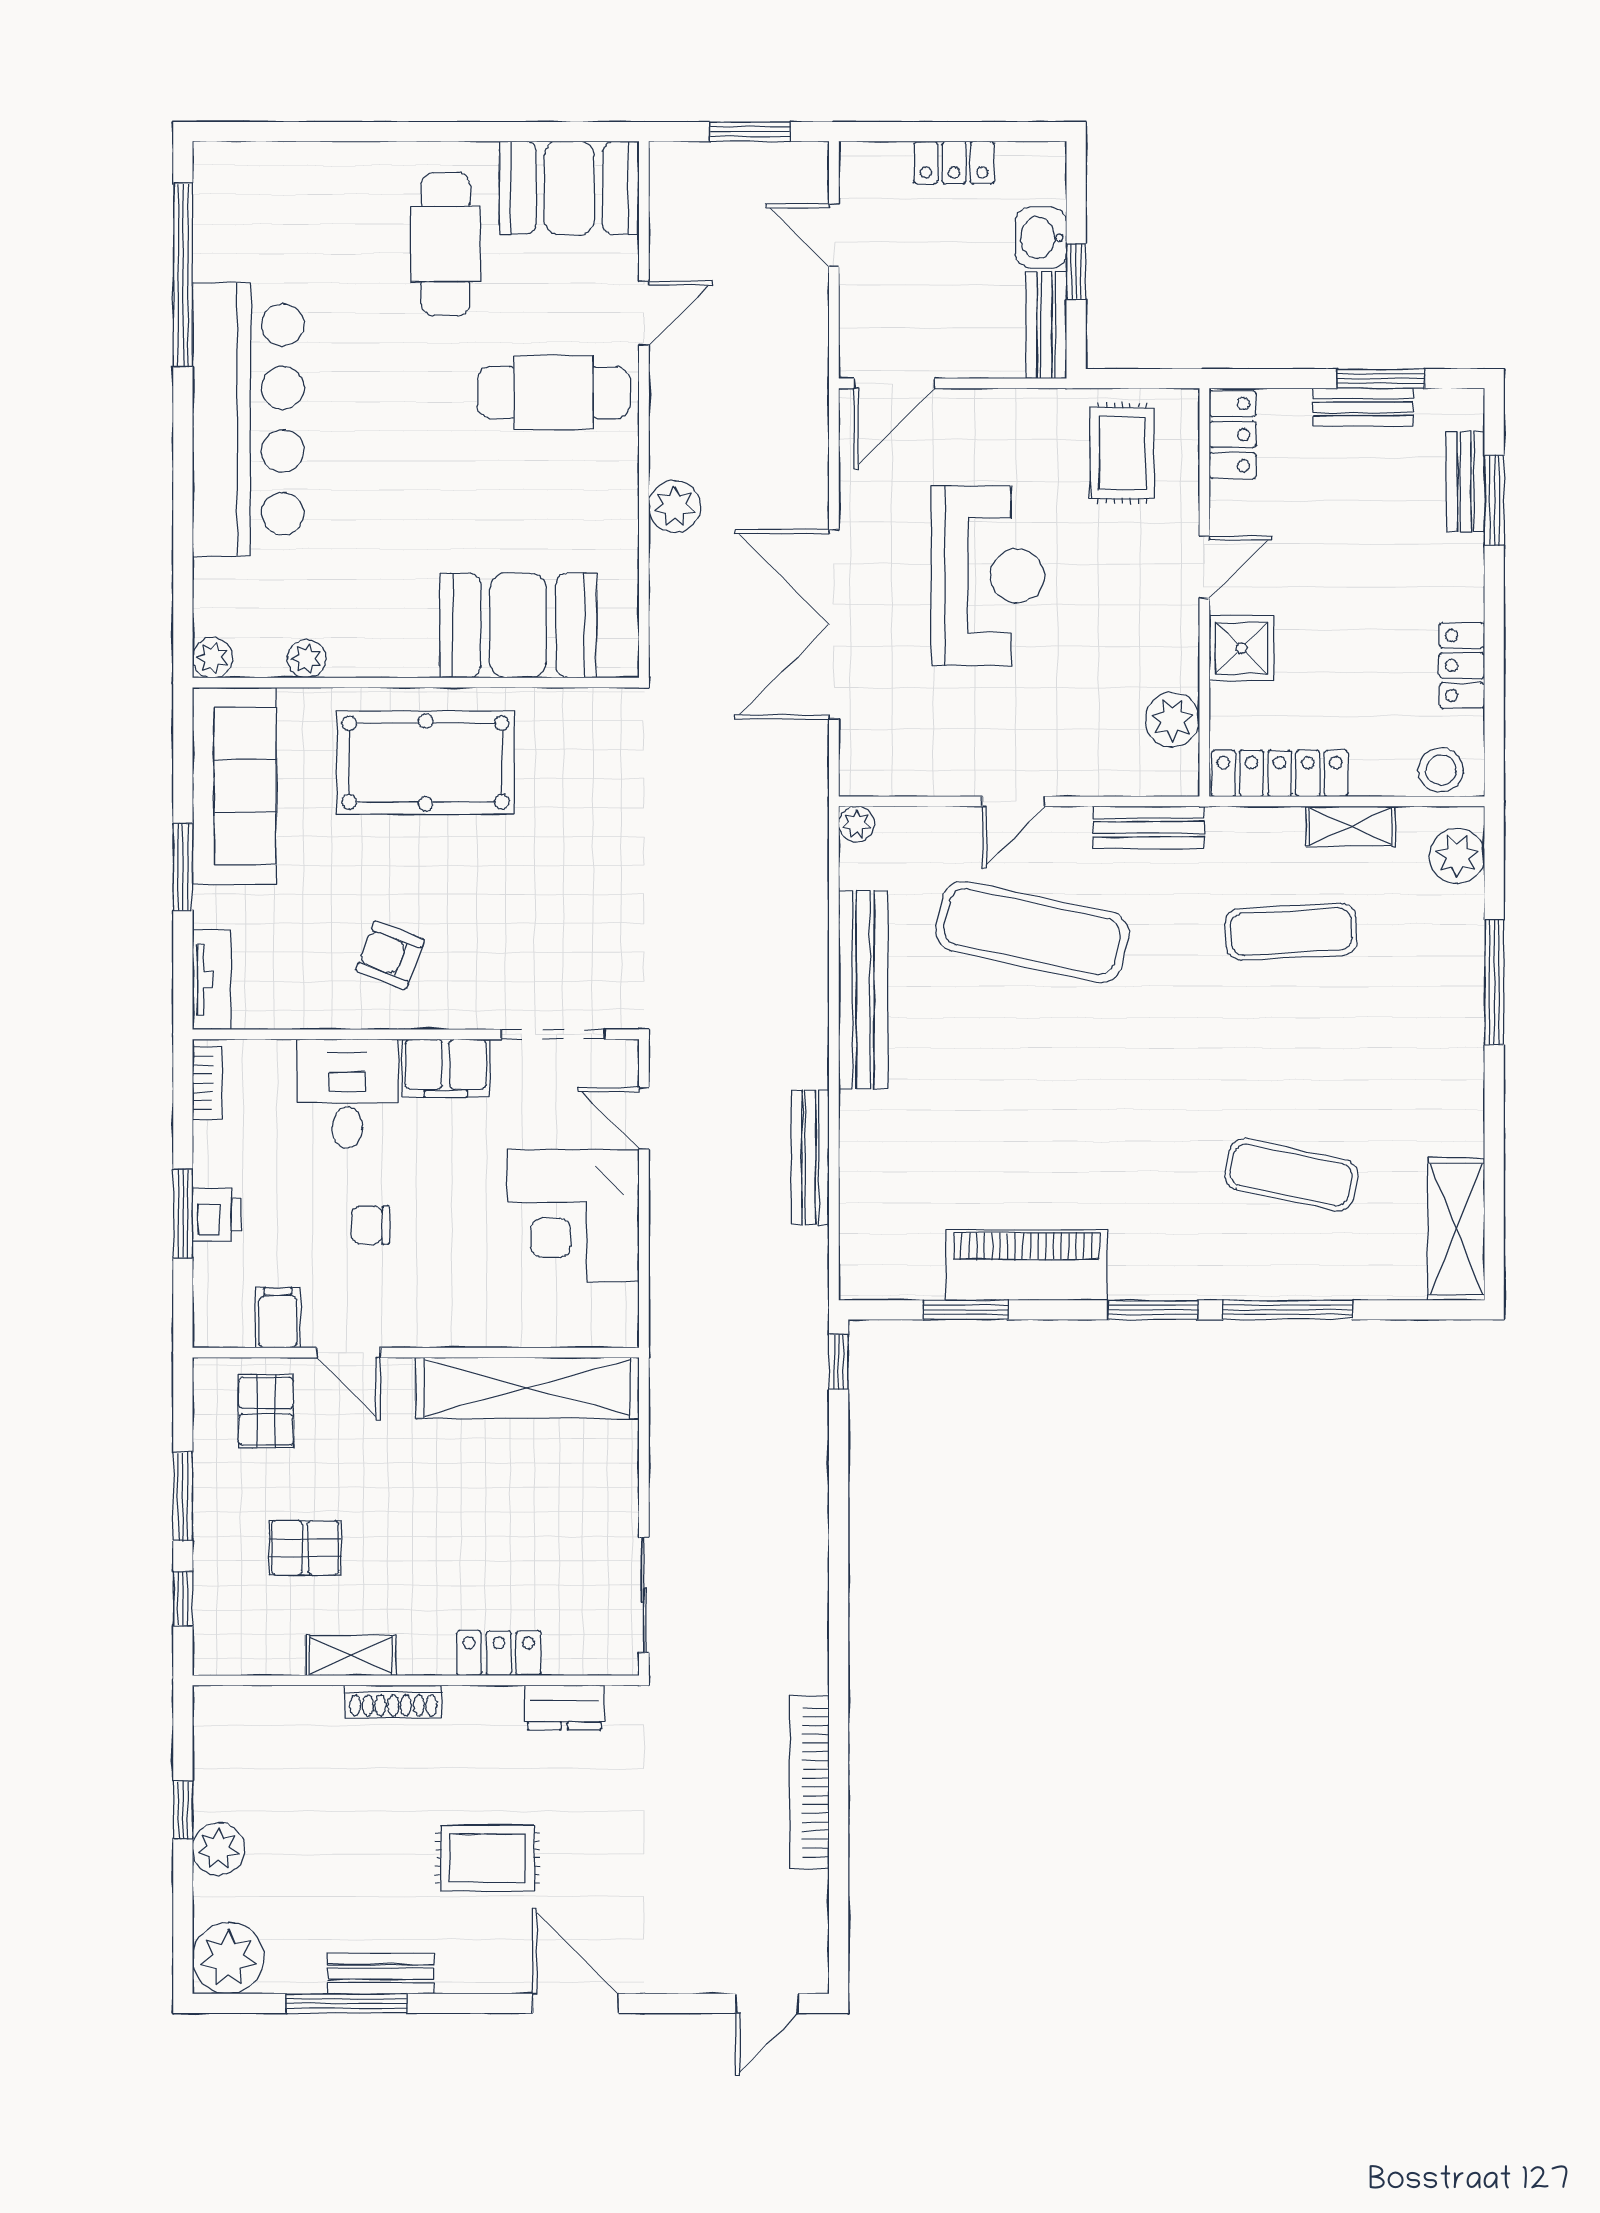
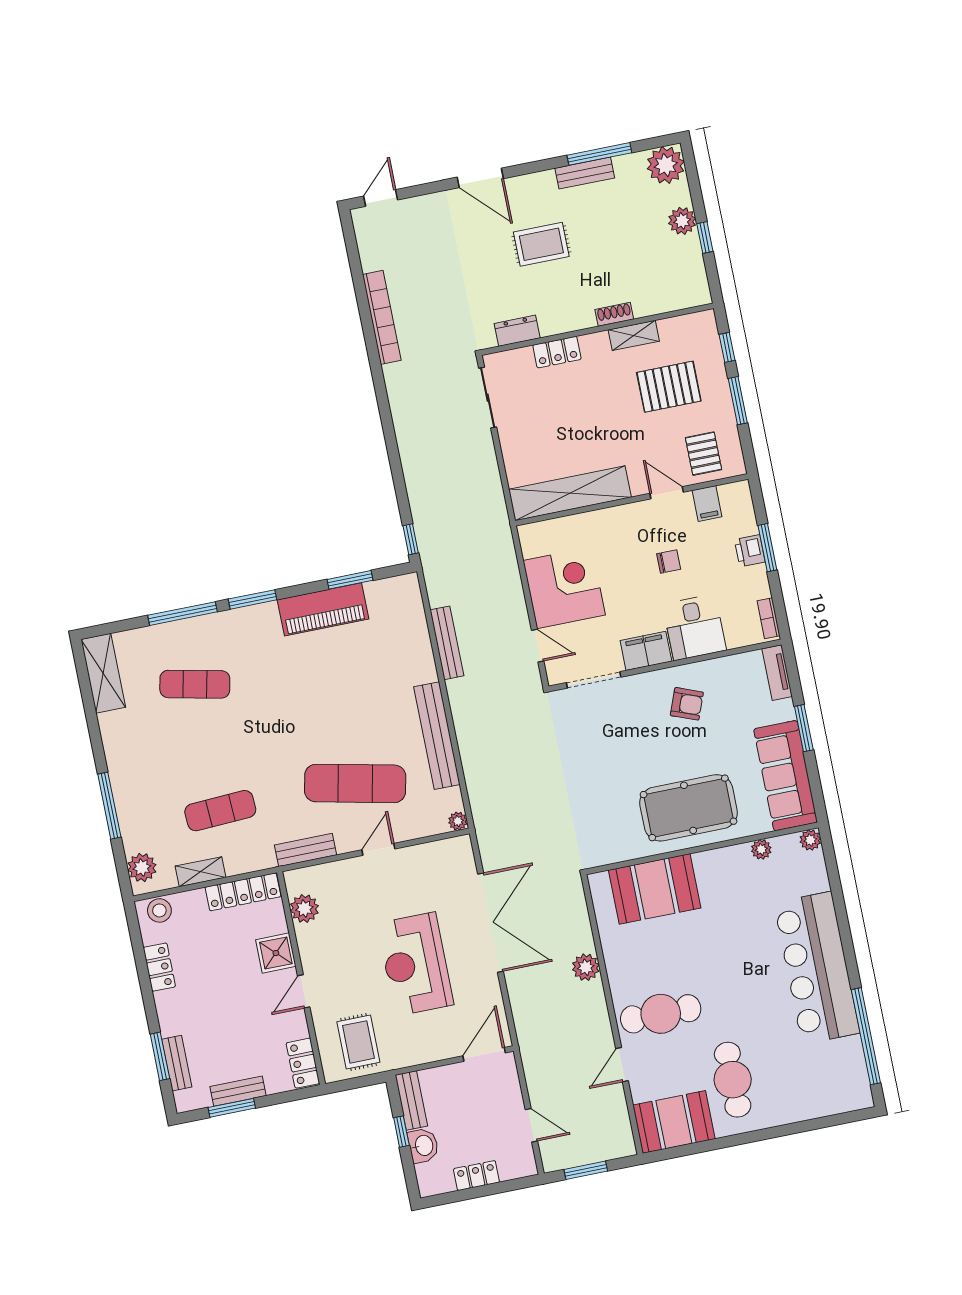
pallet: (305, 1548) -> (669, 387), width x1.50, depth x1.42
shoe rack: (393, 1702) -> (614, 314), width x0.70

